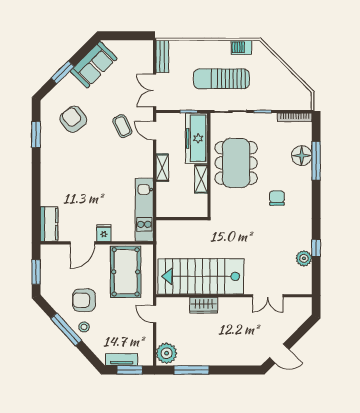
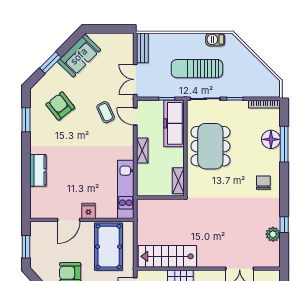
shelving: (201, 179) -> (178, 181), moved
chair: (277, 198) -> (263, 183), moved
kitchen counter: (49, 224) -> (38, 170), moved
stairs: (201, 276) -> (167, 256), width x0.73, depth x0.66

